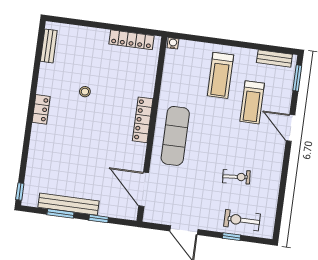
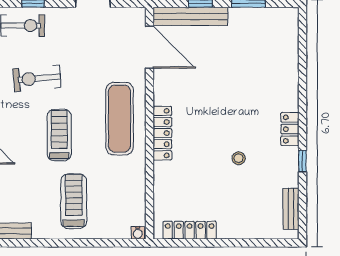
treadmill: (252, 102) -> (59, 135), moved
exercise bike: (236, 177) -> (37, 78), width x1.38, depth x1.39
window: (20, 191) -> (302, 161), moved
bench: (68, 204) -> (190, 16), moved

